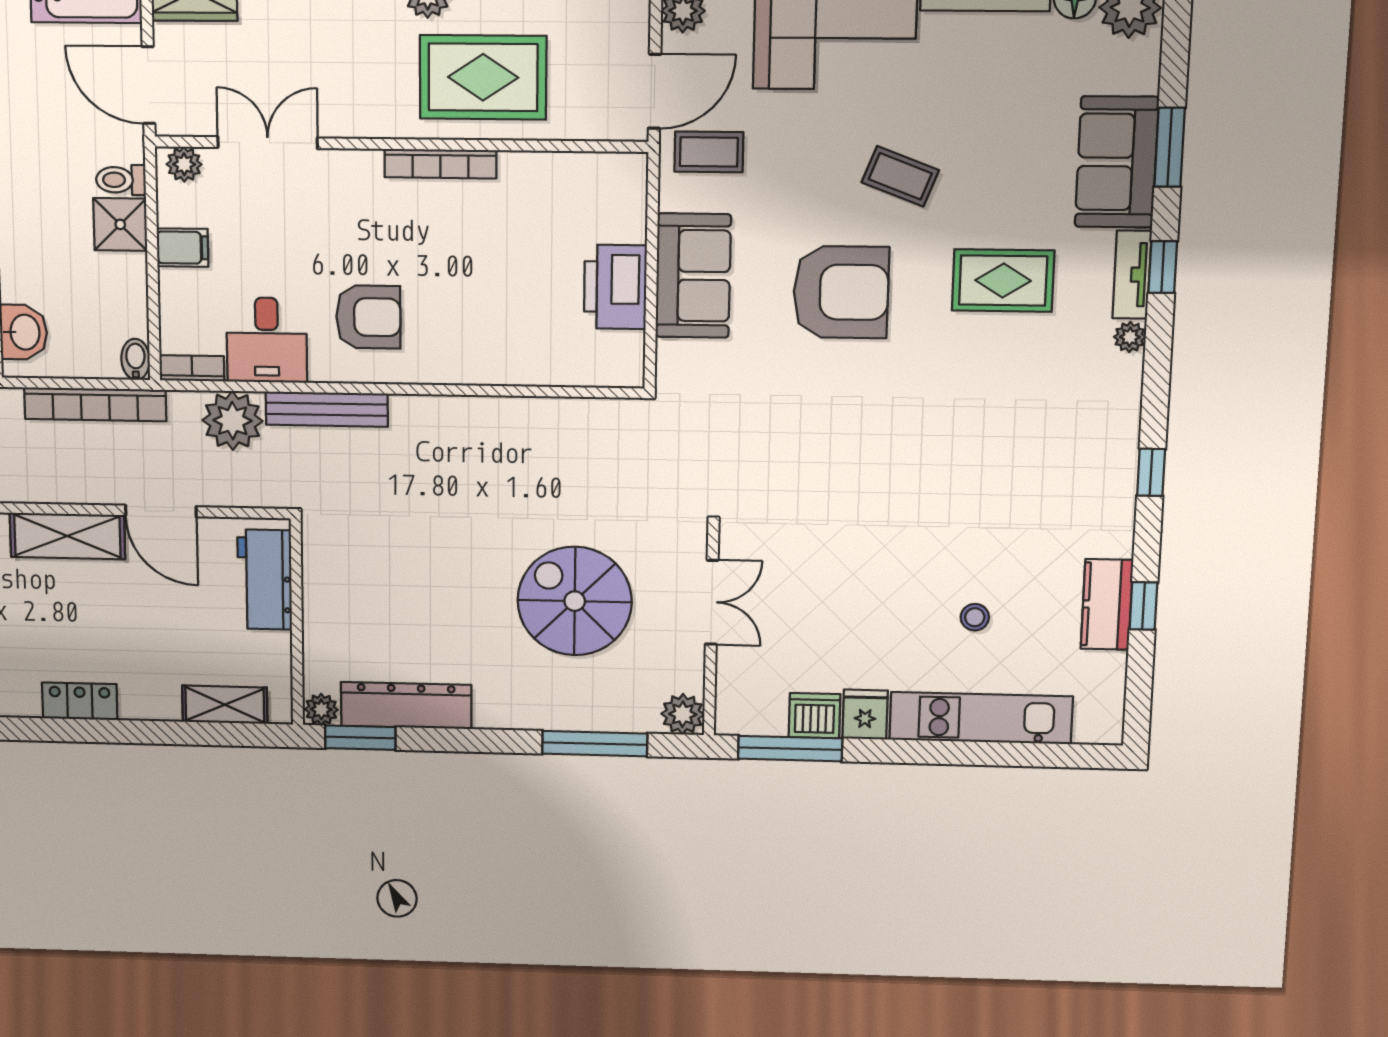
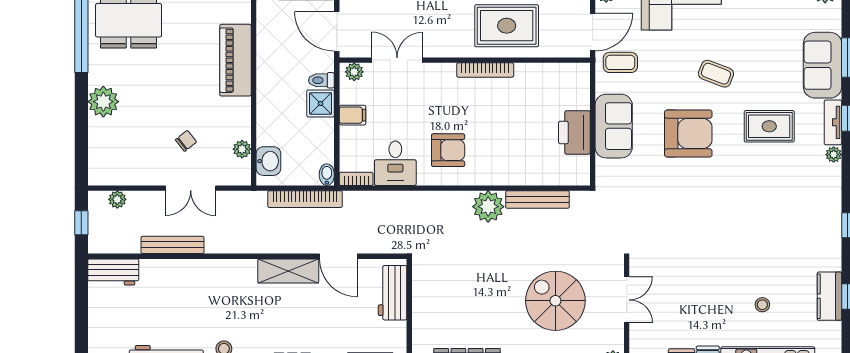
bench: (327, 409) -> (538, 200), moved
plant: (233, 421) -> (488, 207), moved

